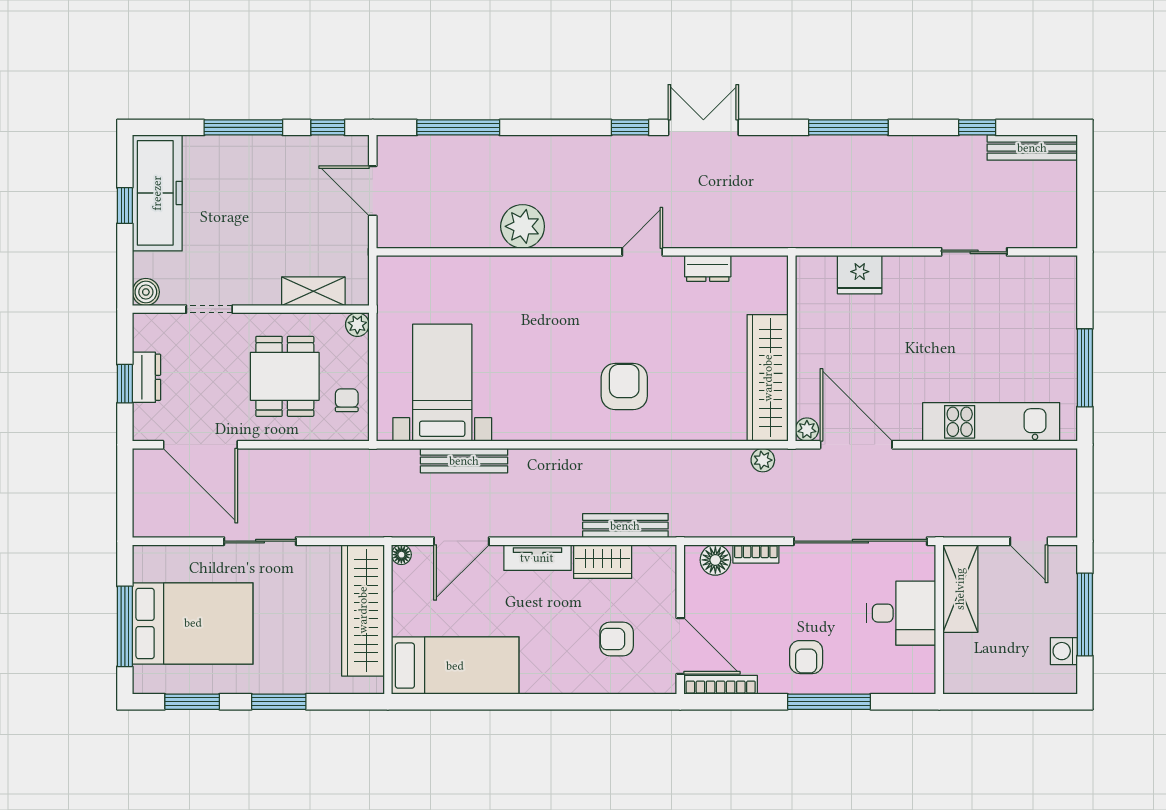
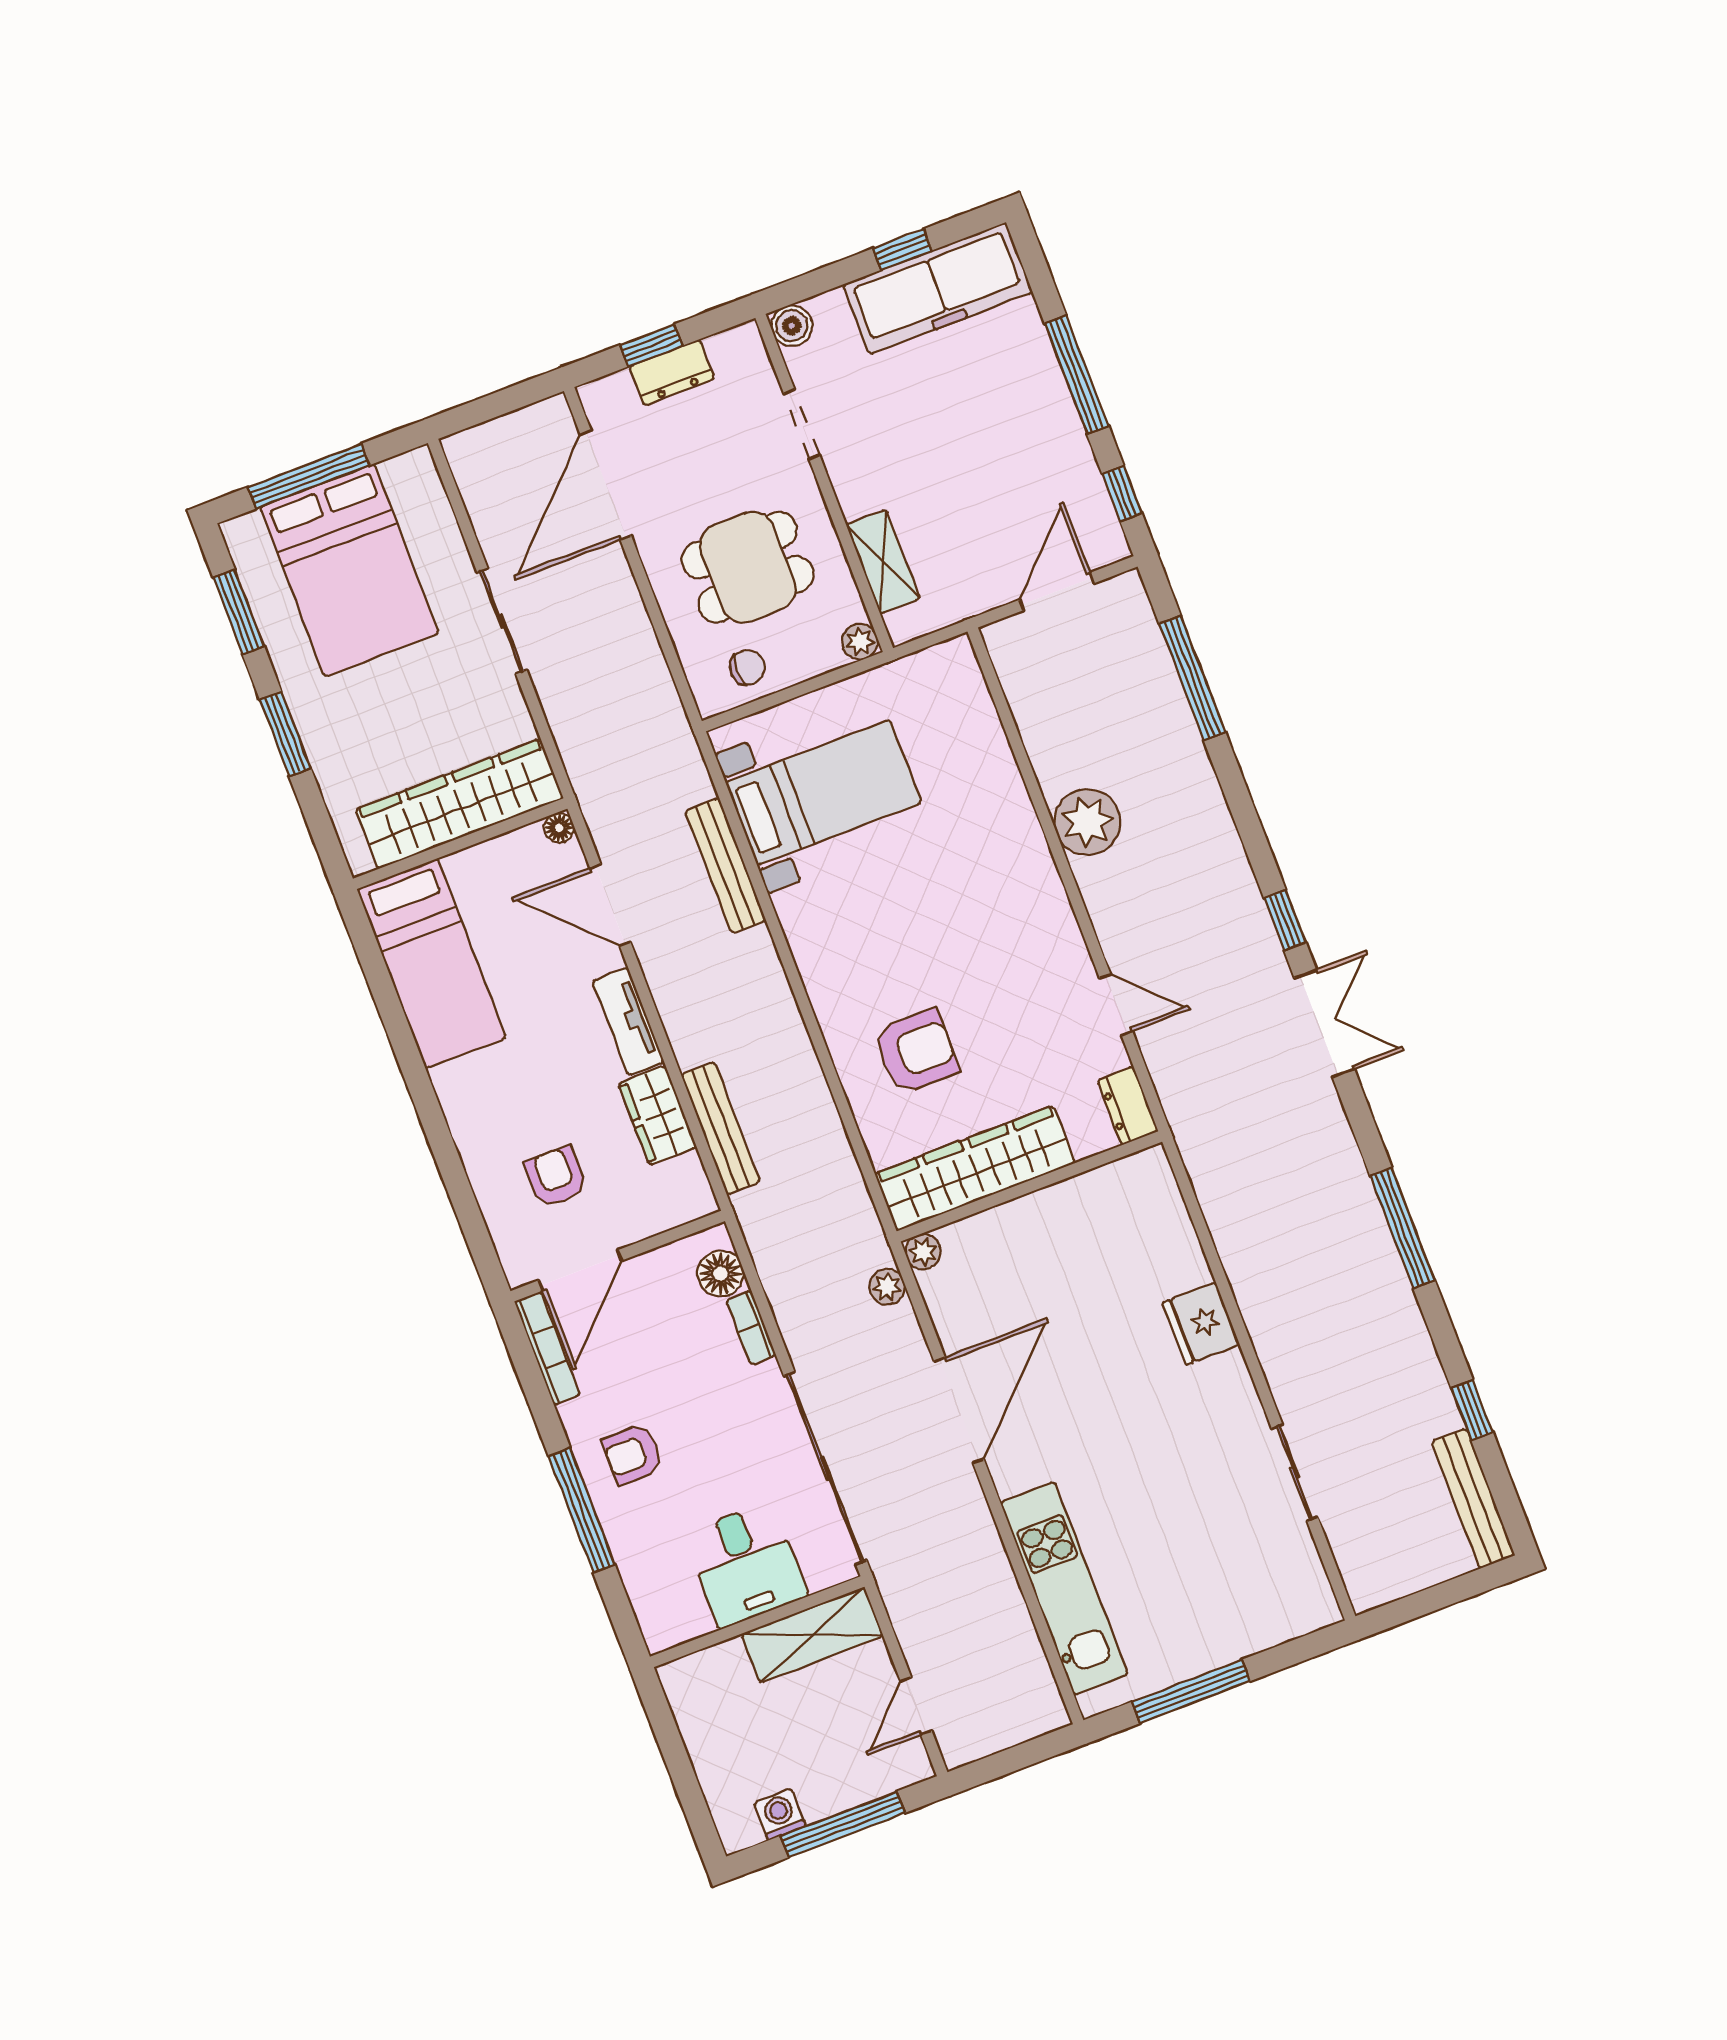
wall: (792, 348) -> (1029, 1186), moved
wardrobe: (768, 378) -> (975, 1168), moved
plant: (807, 430) -> (923, 1252), moved

